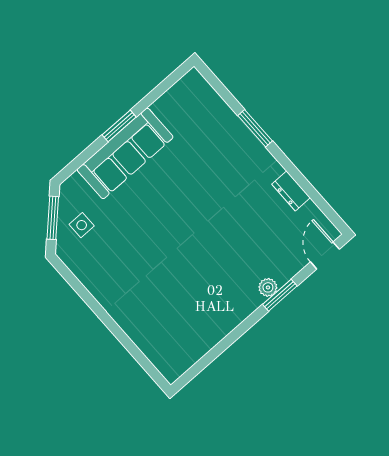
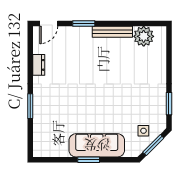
plant: (268, 287) -> (144, 36), moved, width x1.87, depth x1.87
window: (80, 289) -> (169, 104), added
bench: (234, 317) -> (112, 32), added

